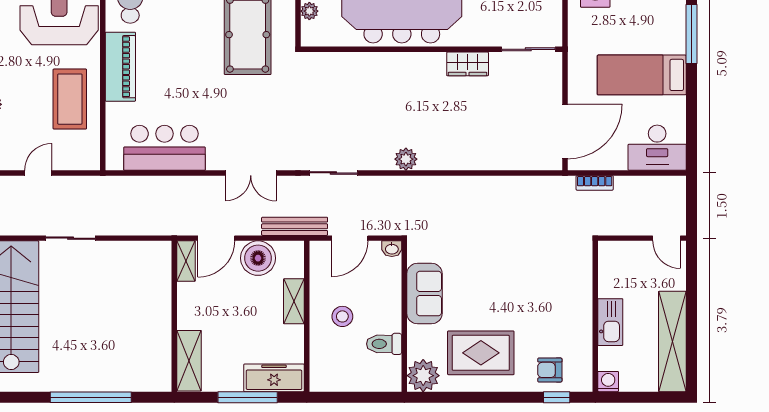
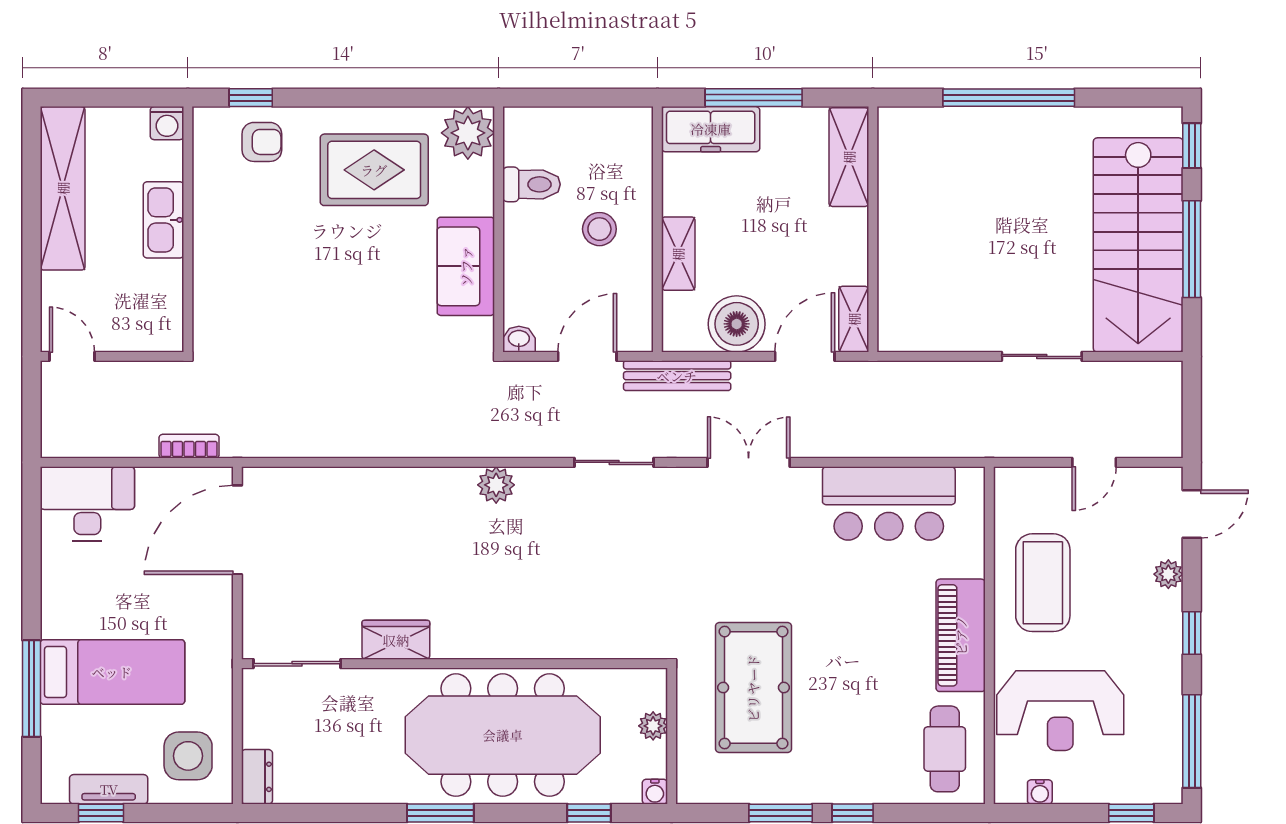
bed: (642, 75) -> (112, 672), moved

